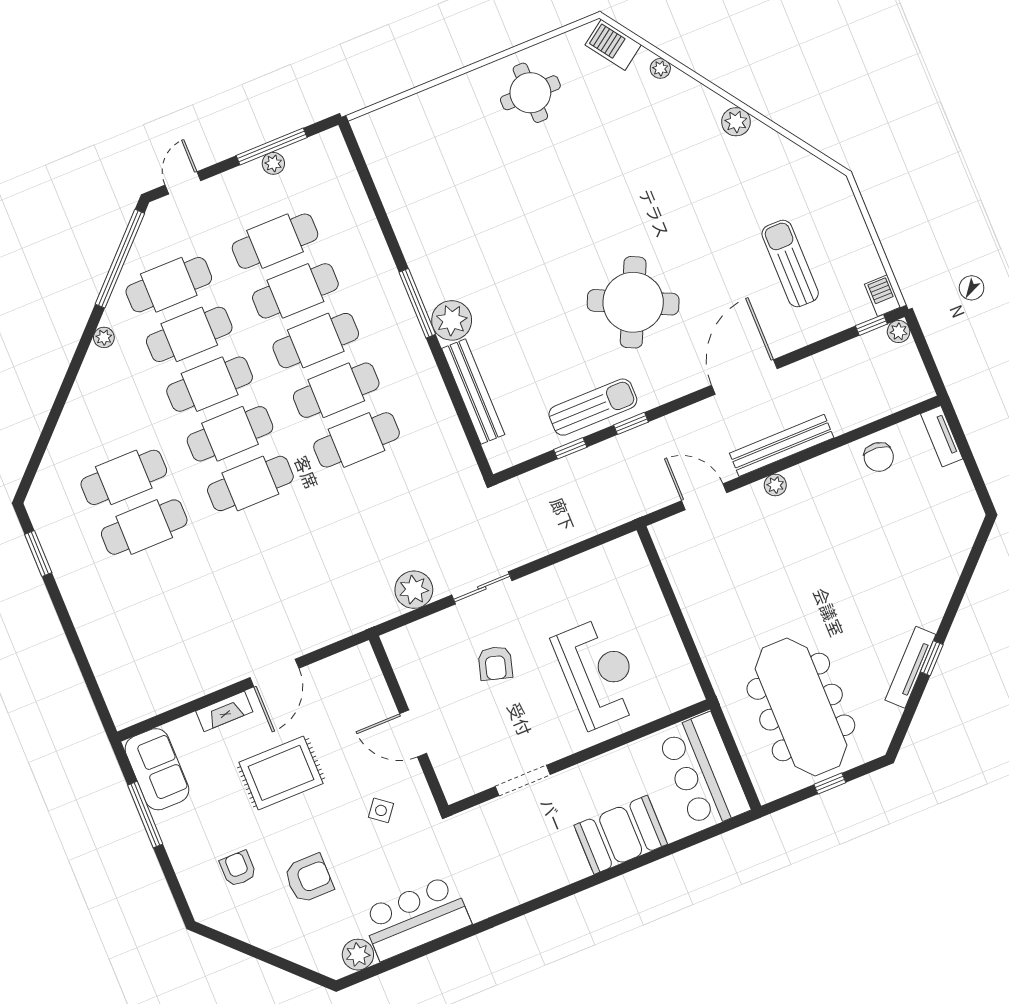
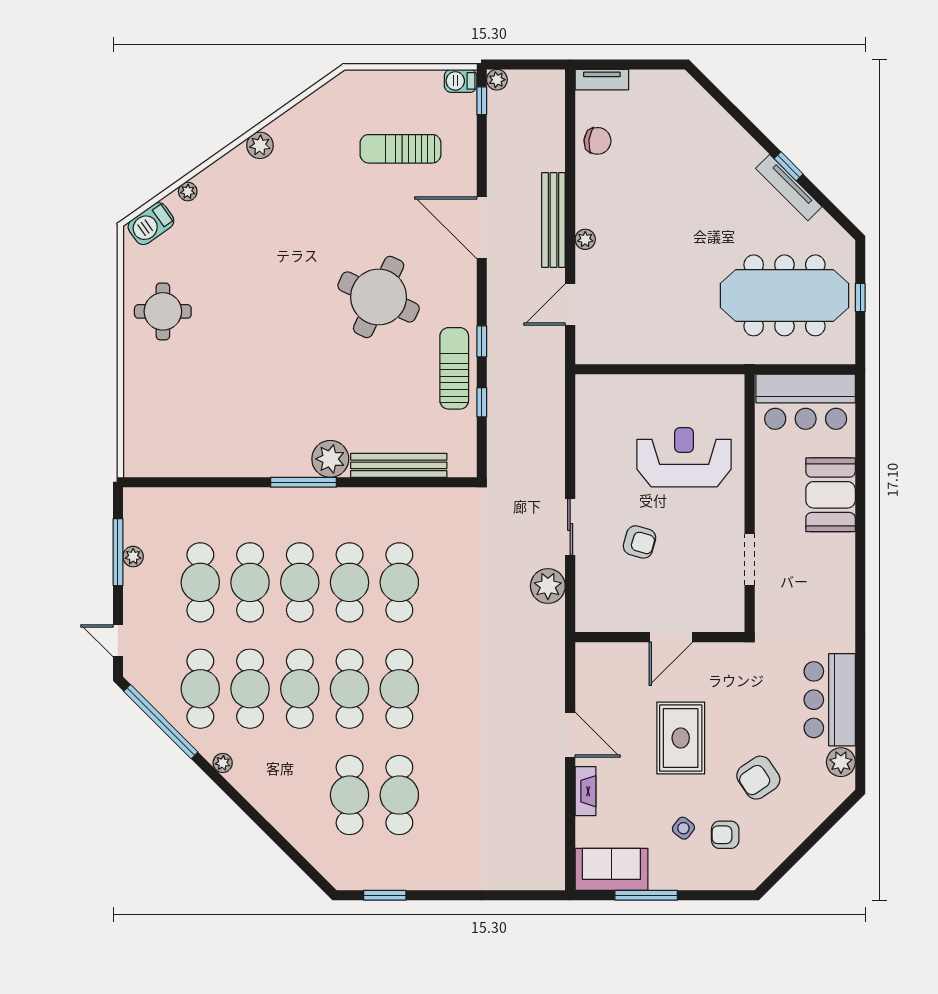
rug: (281, 773) -> (681, 738), moved
side table: (381, 810) -> (683, 828), moved
armchair: (309, 878) -> (758, 778), turned -124

